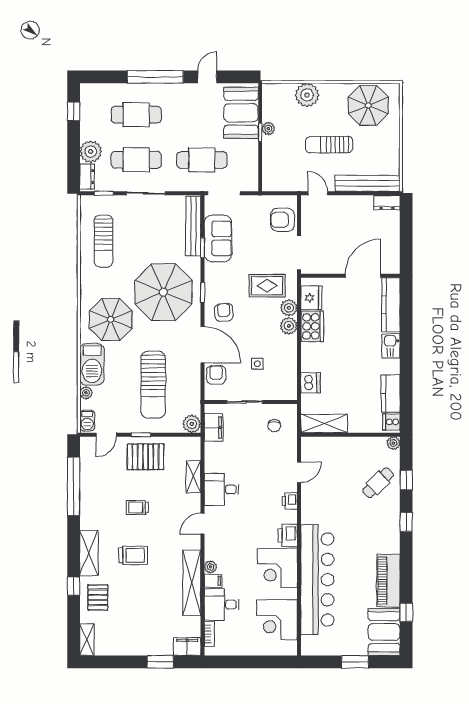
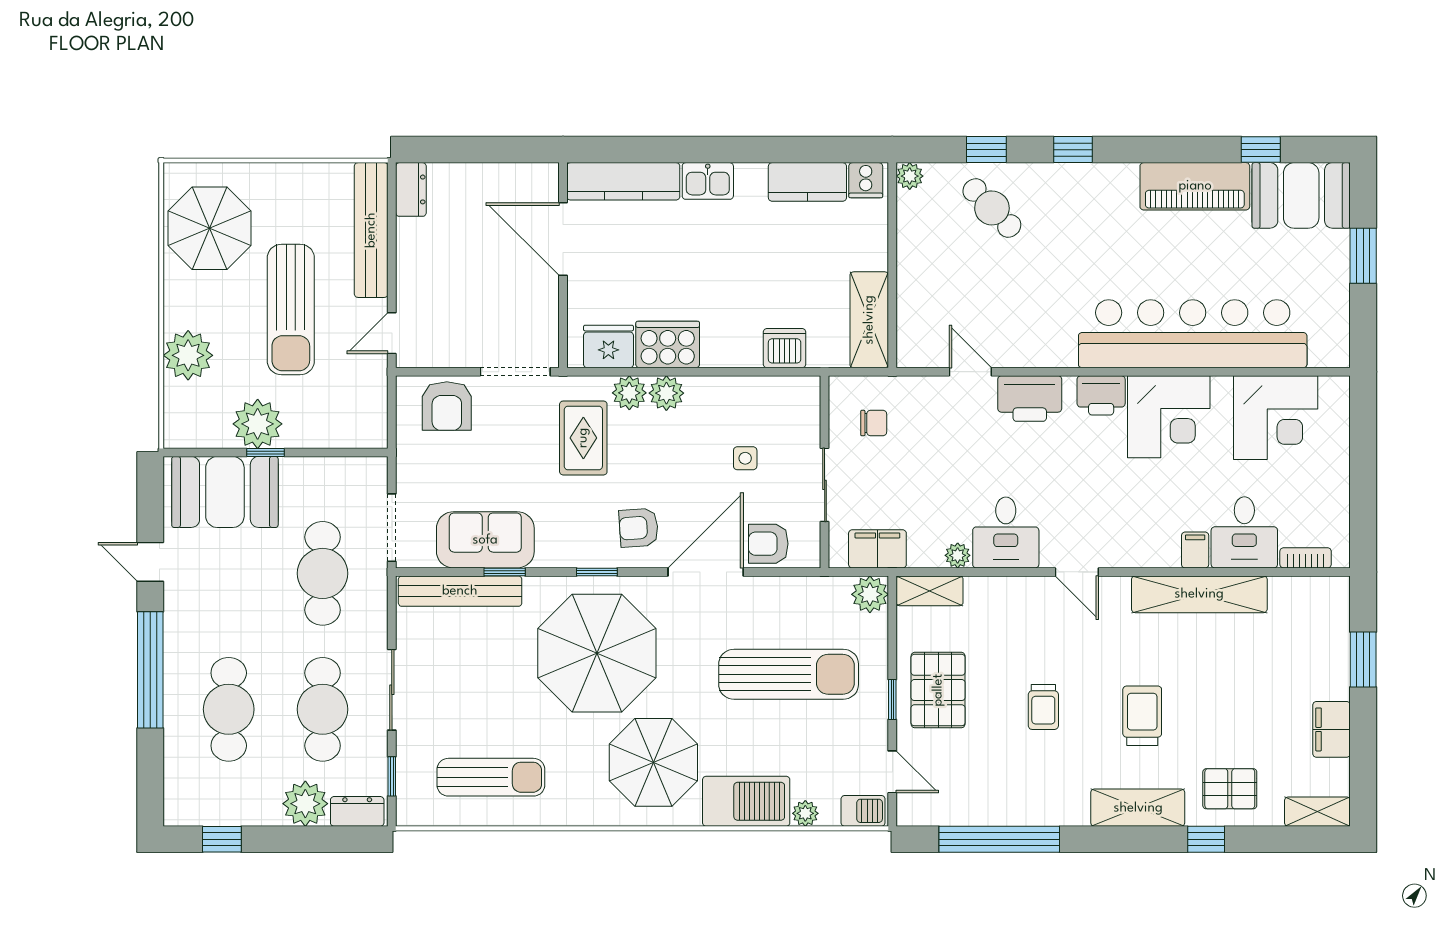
plant: (268, 129) -> (258, 424), width x1.88, depth x1.88
sun lounger: (329, 145) -> (291, 309), width x1.36, depth x1.34
shelving: (193, 477) -> (930, 591), moved
printer: (290, 501) -> (1030, 399), width x1.87, depth x1.48
plant: (210, 567) -> (958, 555), moved
filing cabinet: (187, 647) -> (1332, 729), moved

